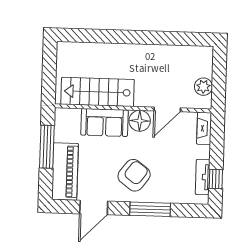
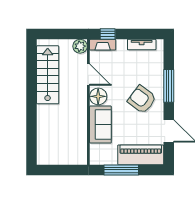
plant: (203, 87) -> (80, 46), moved
stairs: (98, 92) -> (48, 75), moved, turned 180
window: (216, 179) -> (108, 34), moved

